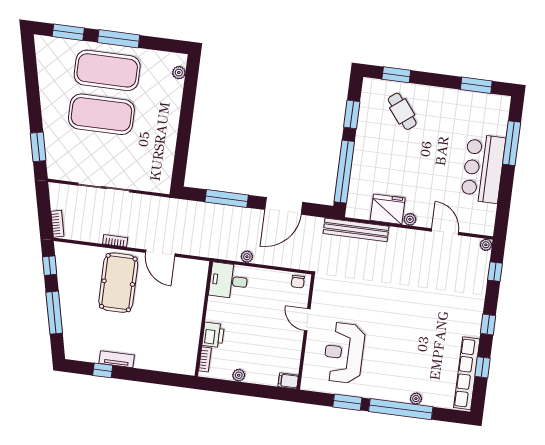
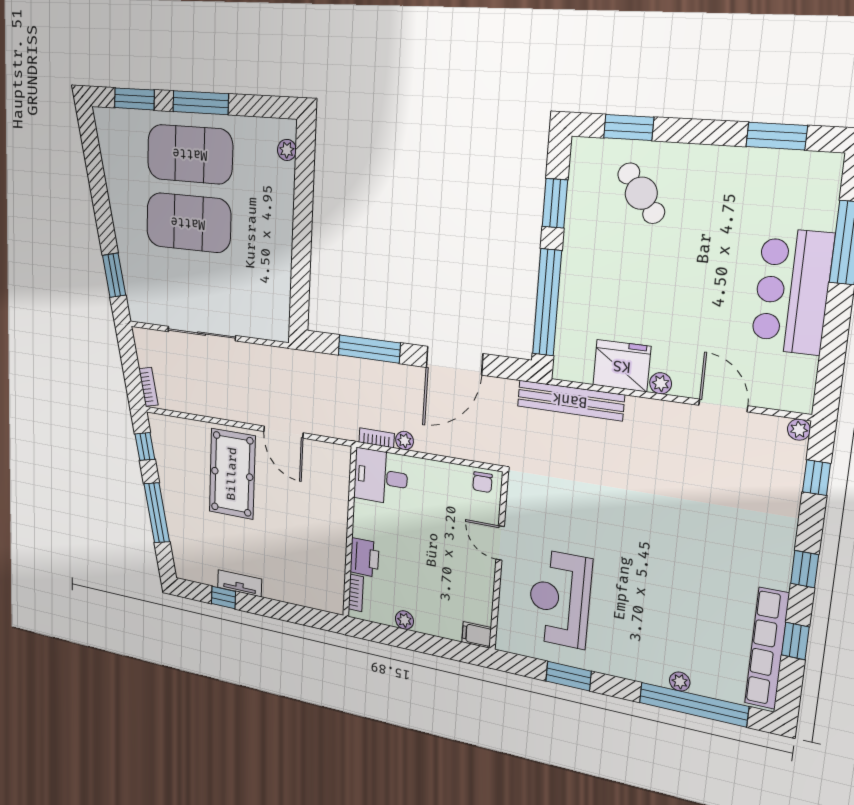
bookcase: (115, 241) -> (377, 438), moved
window: (401, 409) -> (693, 705), moved

